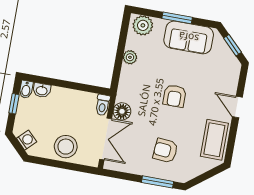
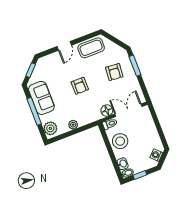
window: (177, 18) -> (34, 111), width x1.44
armchair: (175, 96) -> (80, 86), turned 90
stool: (66, 147) -> (120, 141), moved

